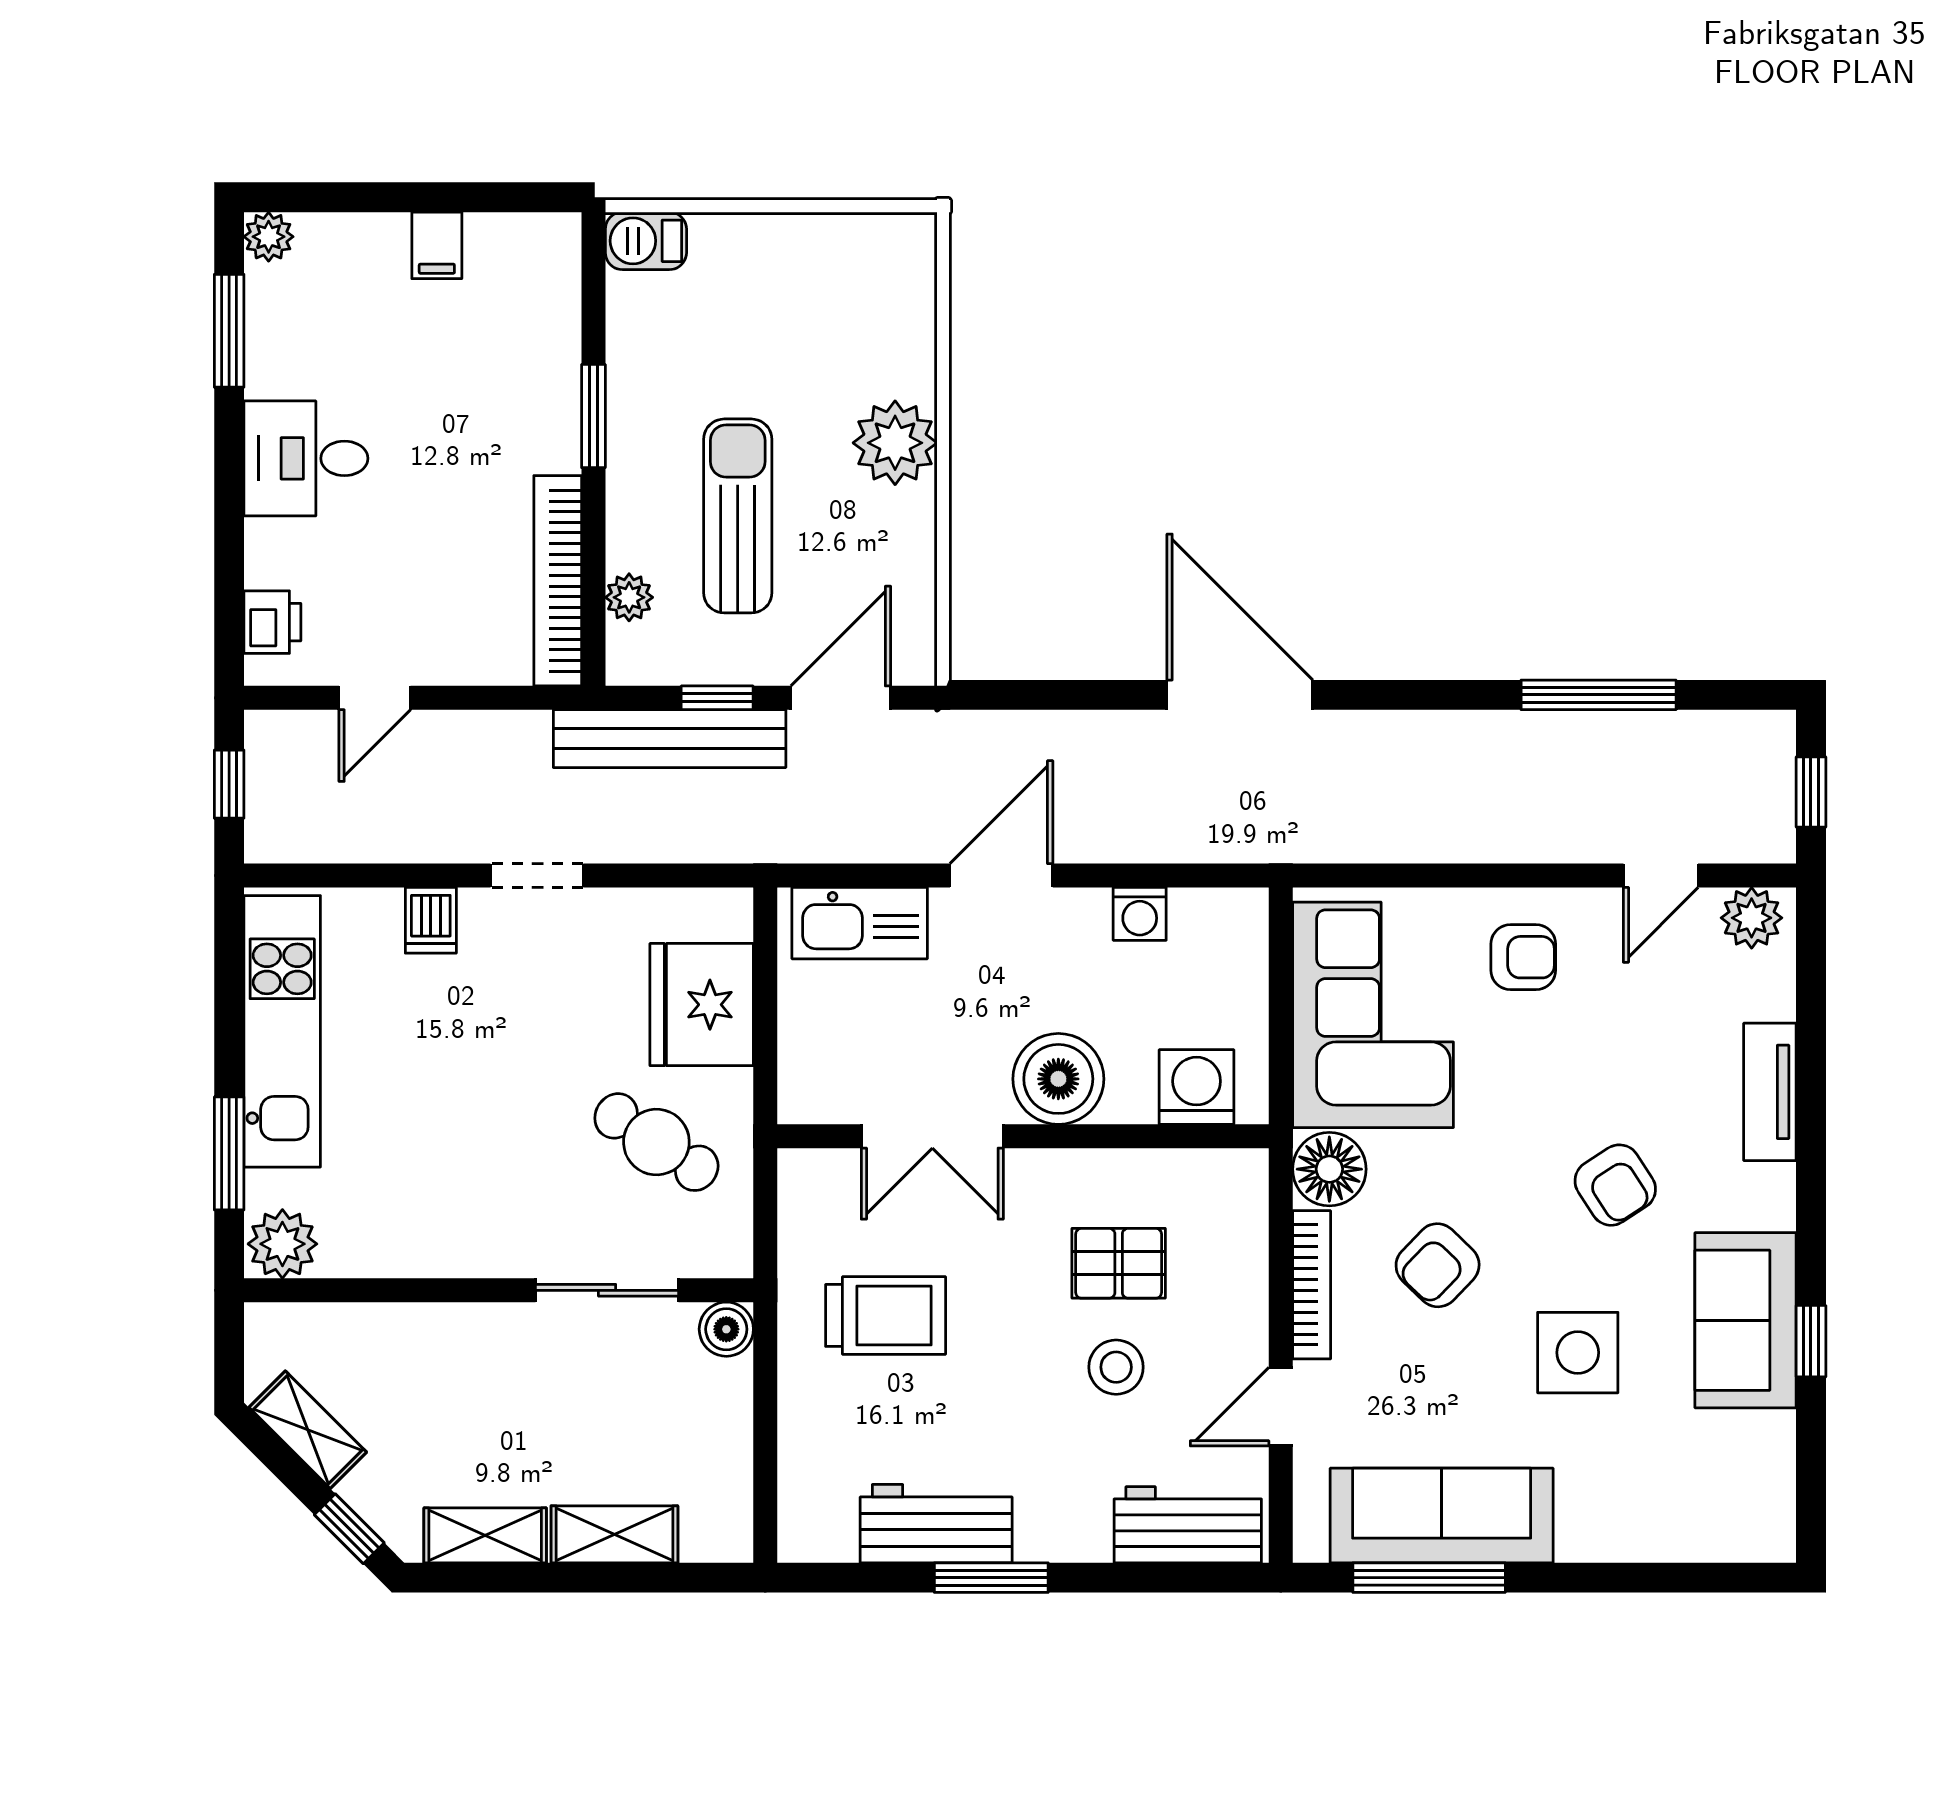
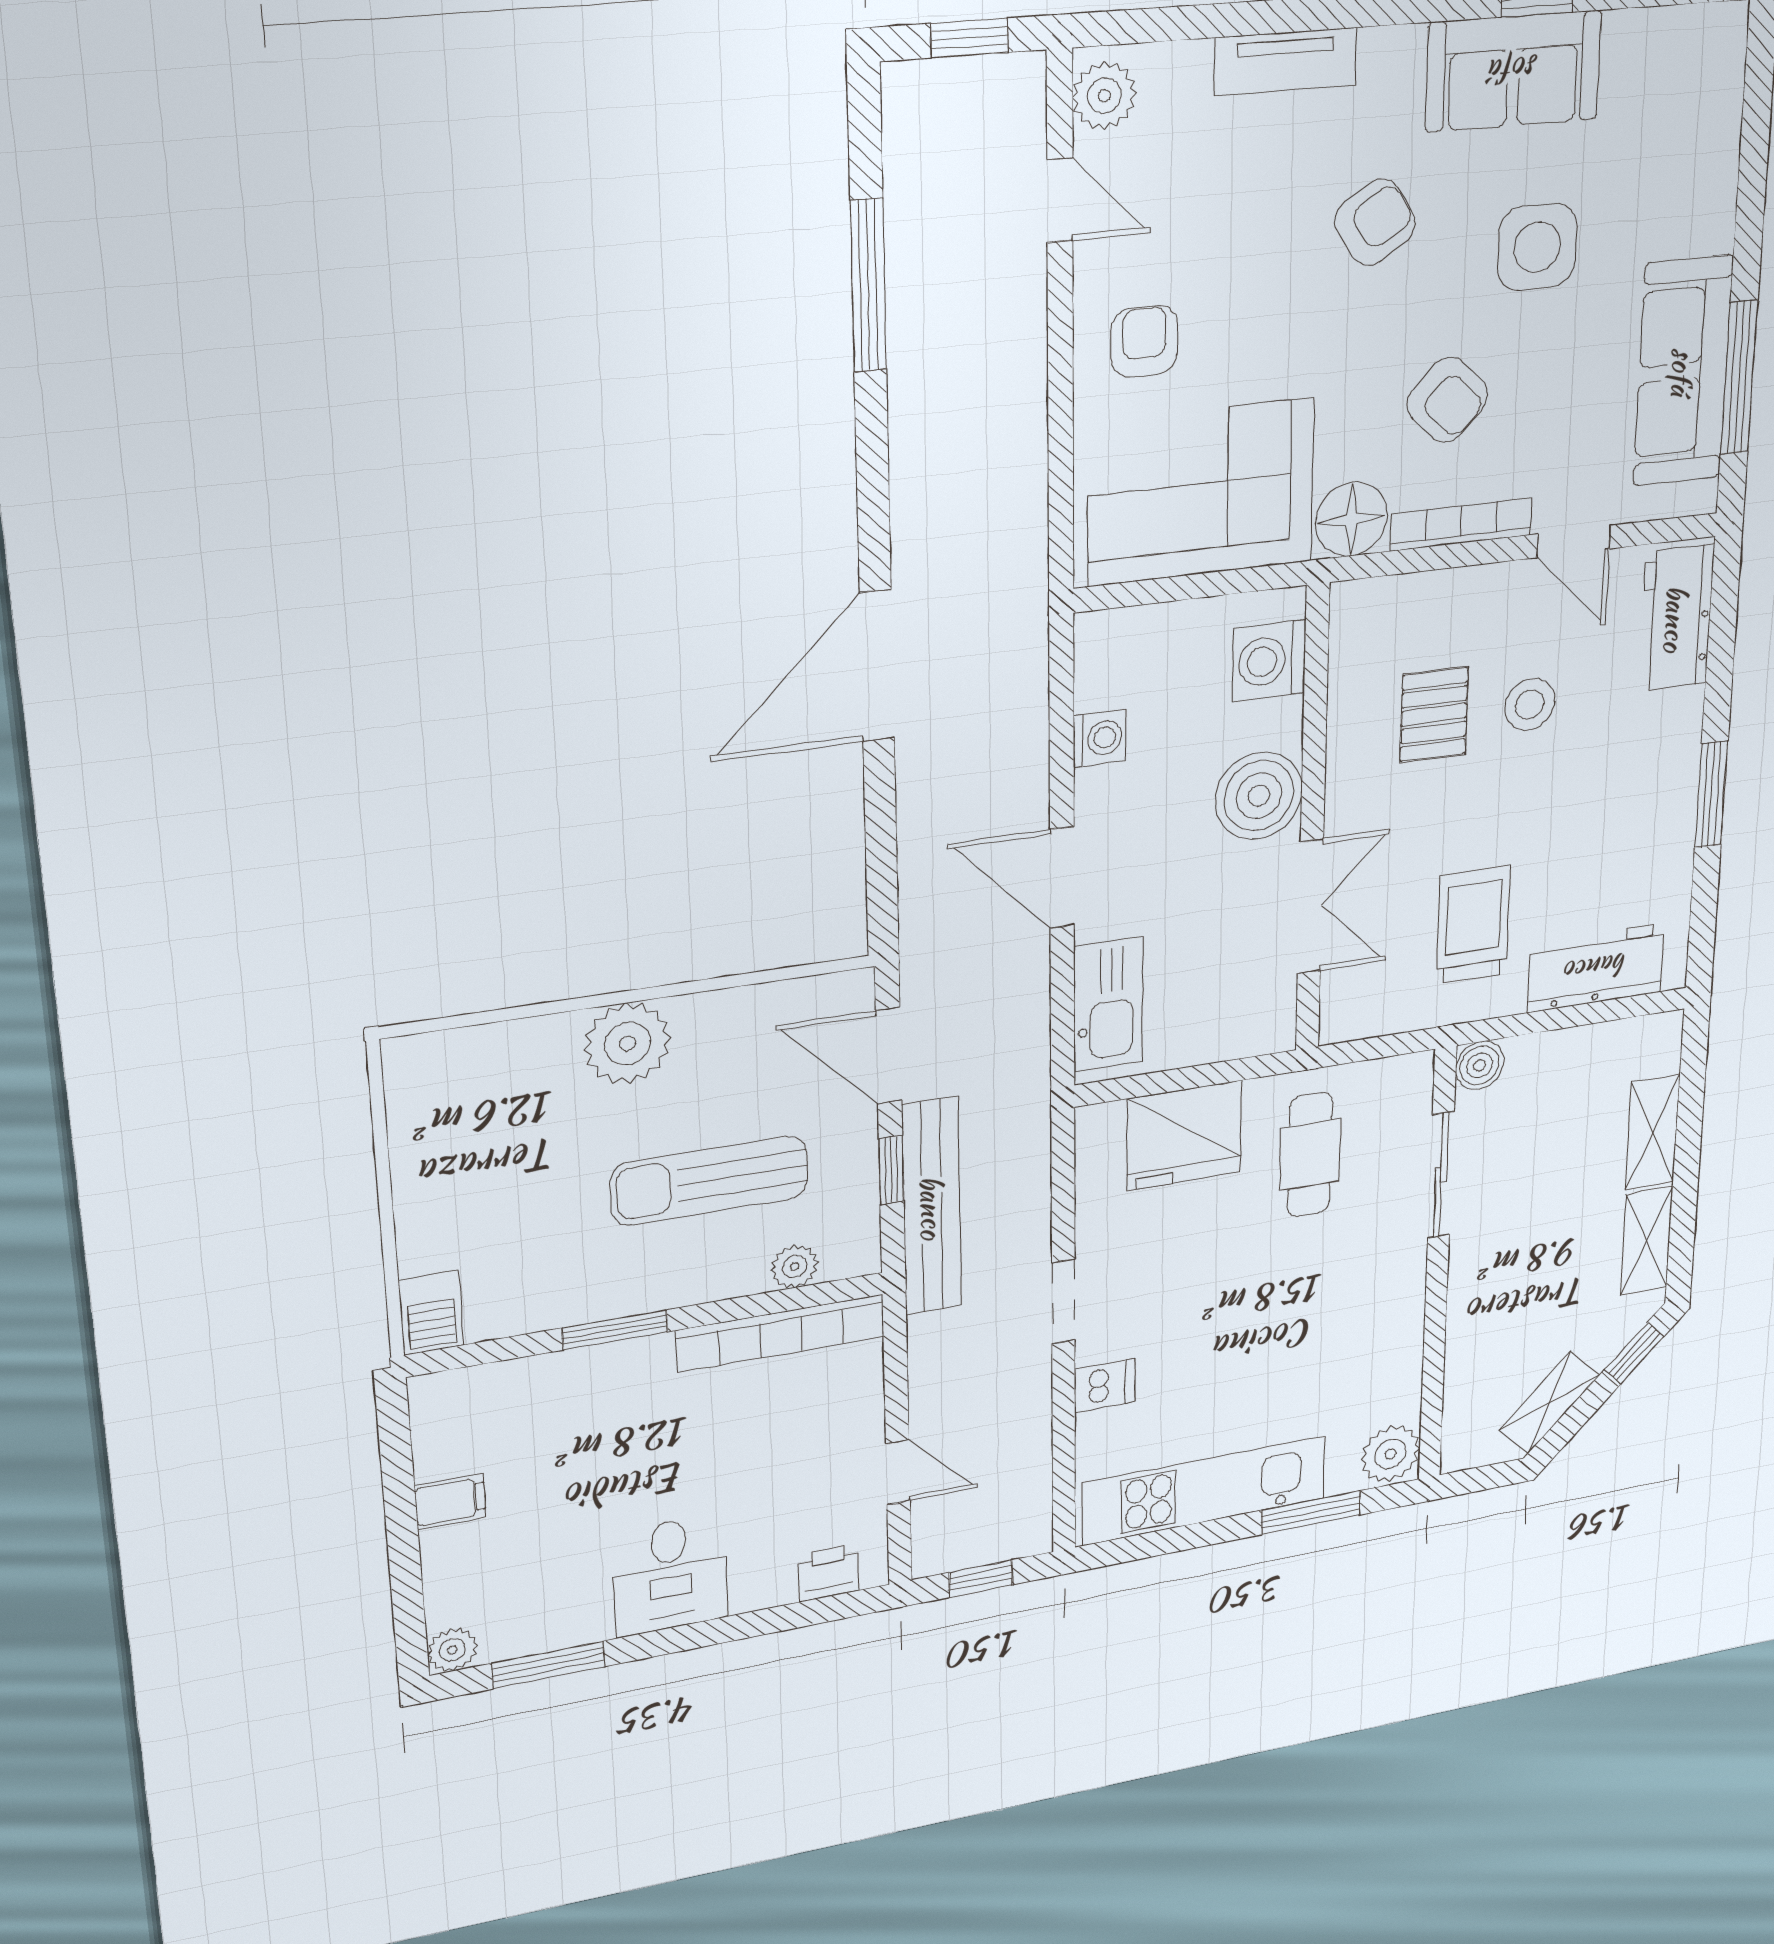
cafe table: (656, 1142) -> (1310, 1155), turned -33
workbench: (936, 1524) -> (1596, 968), moved, turned 90

